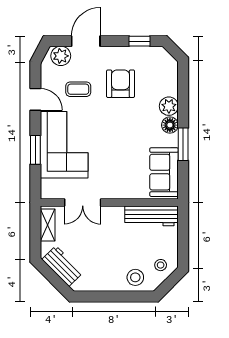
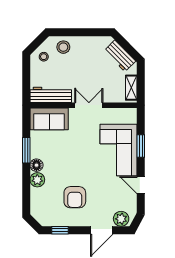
coffee table: (78, 89) -> (108, 193), removed
sofa: (164, 172) -> (49, 119), moved, turned 90
double door: (83, 202) -> (89, 105), moved

